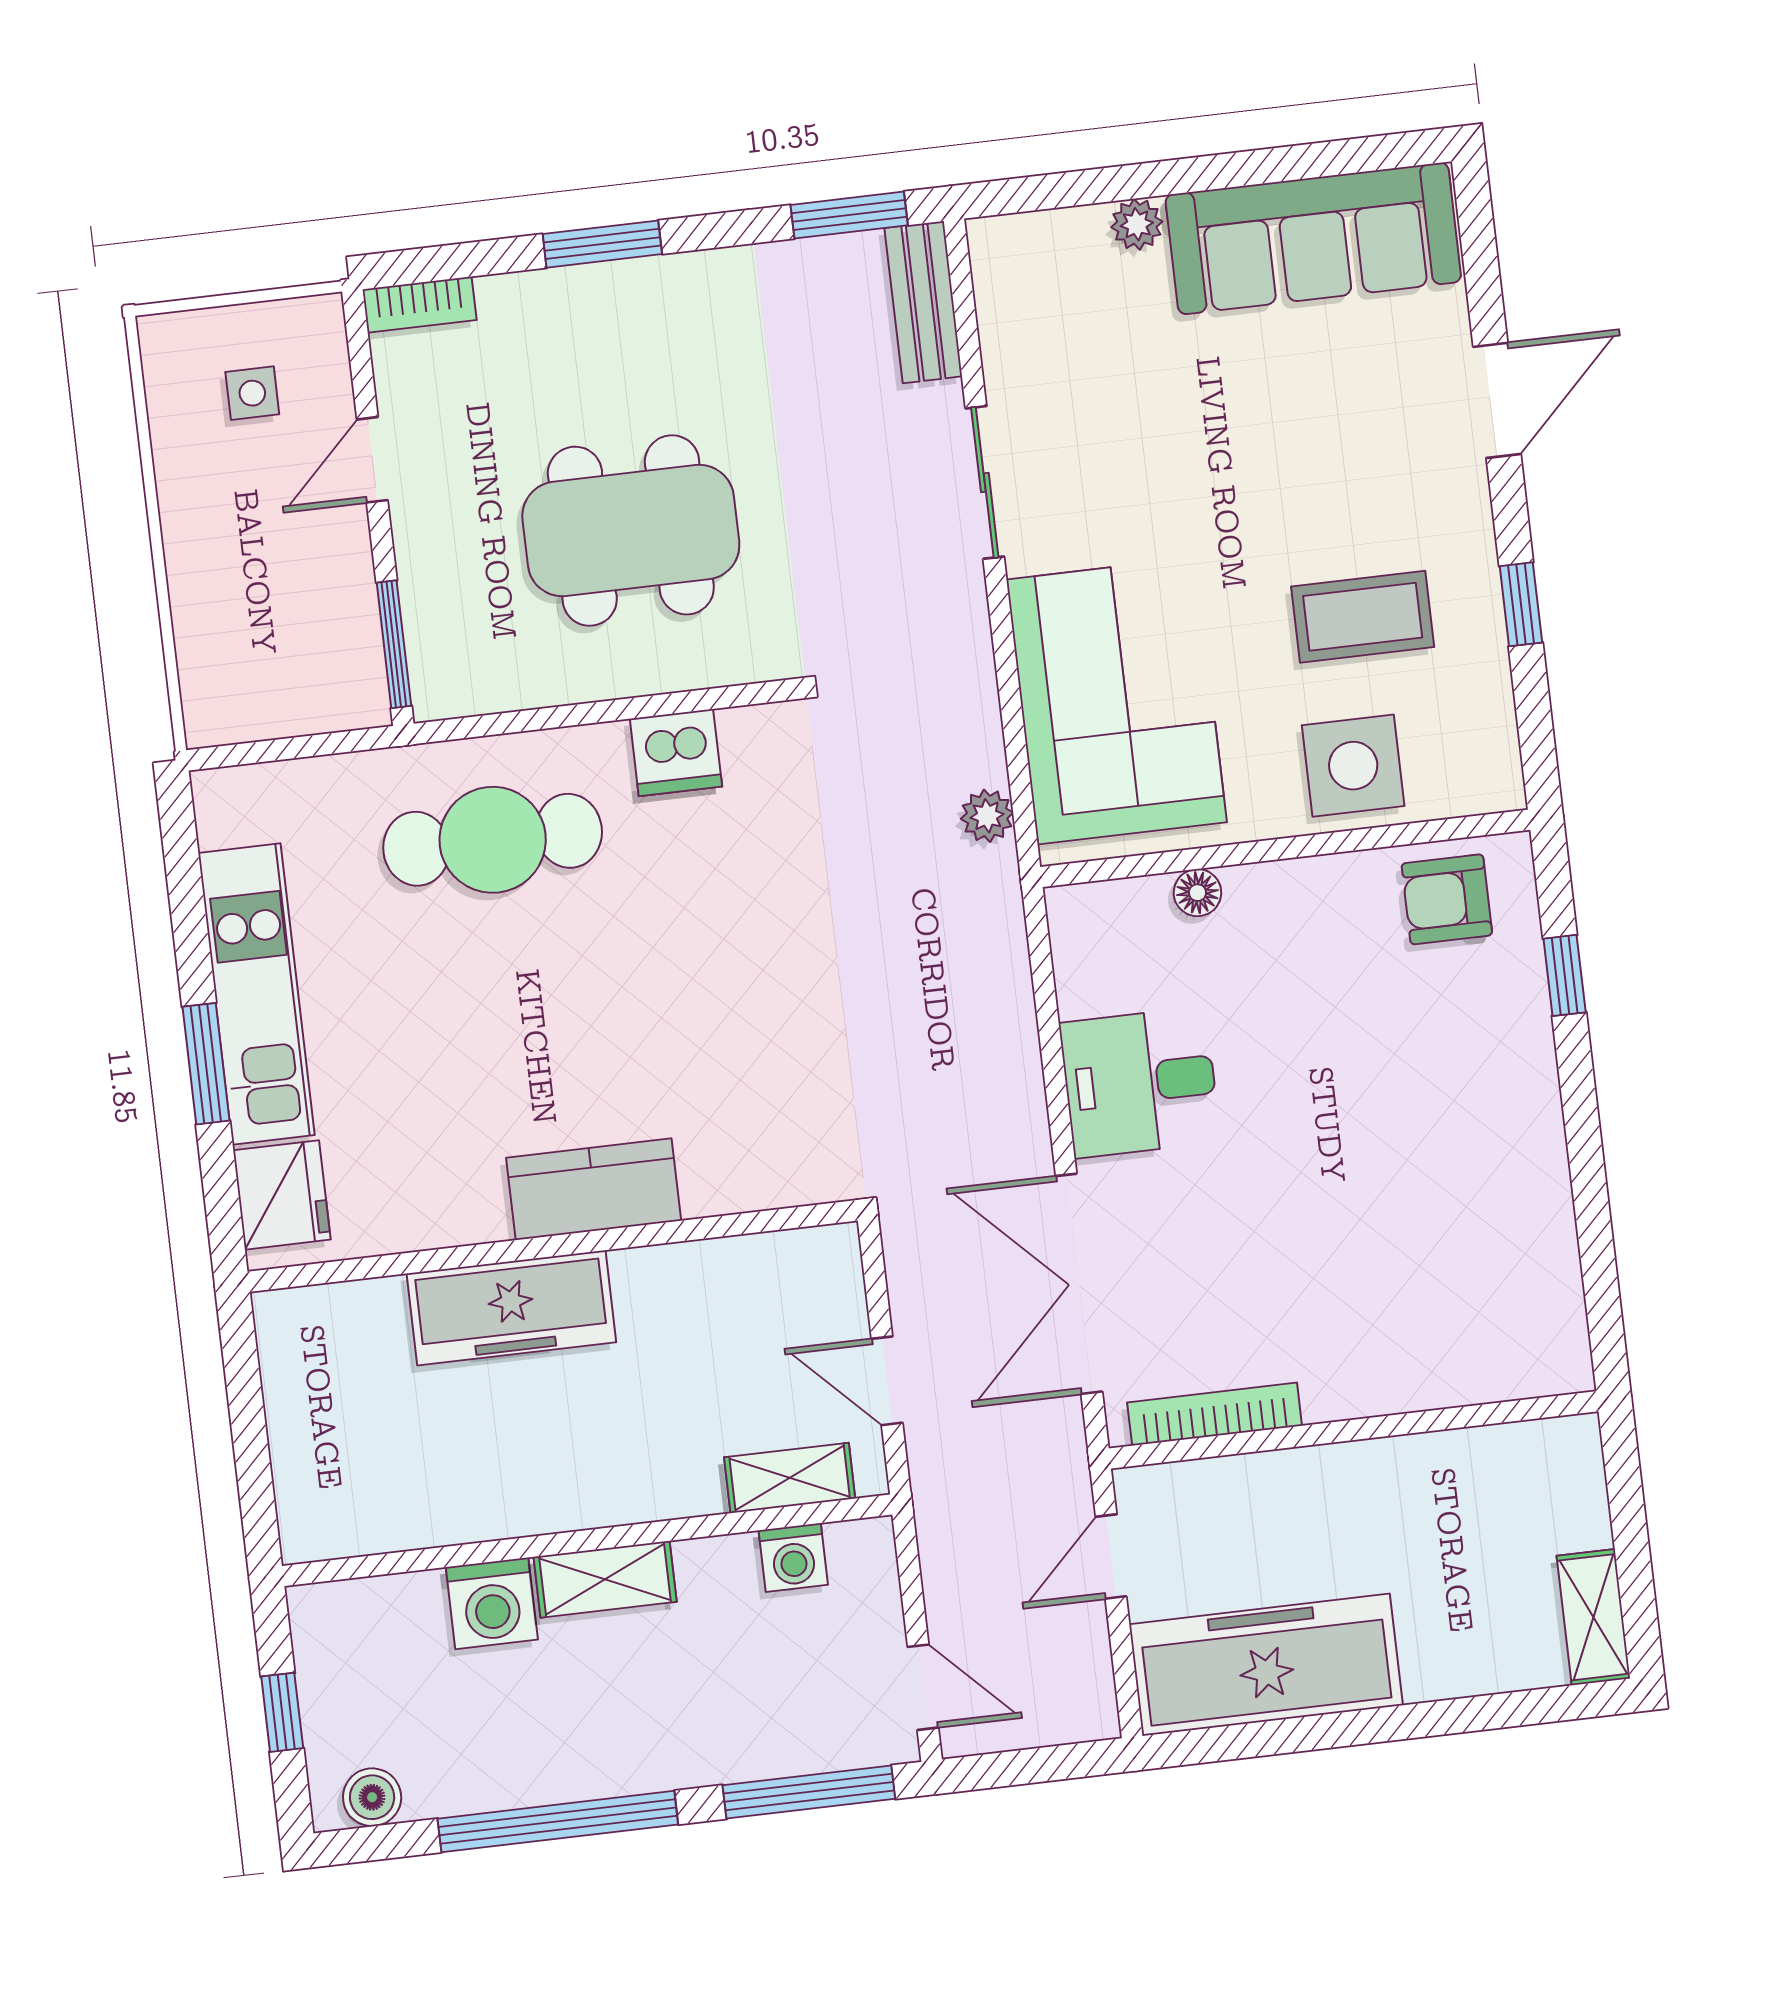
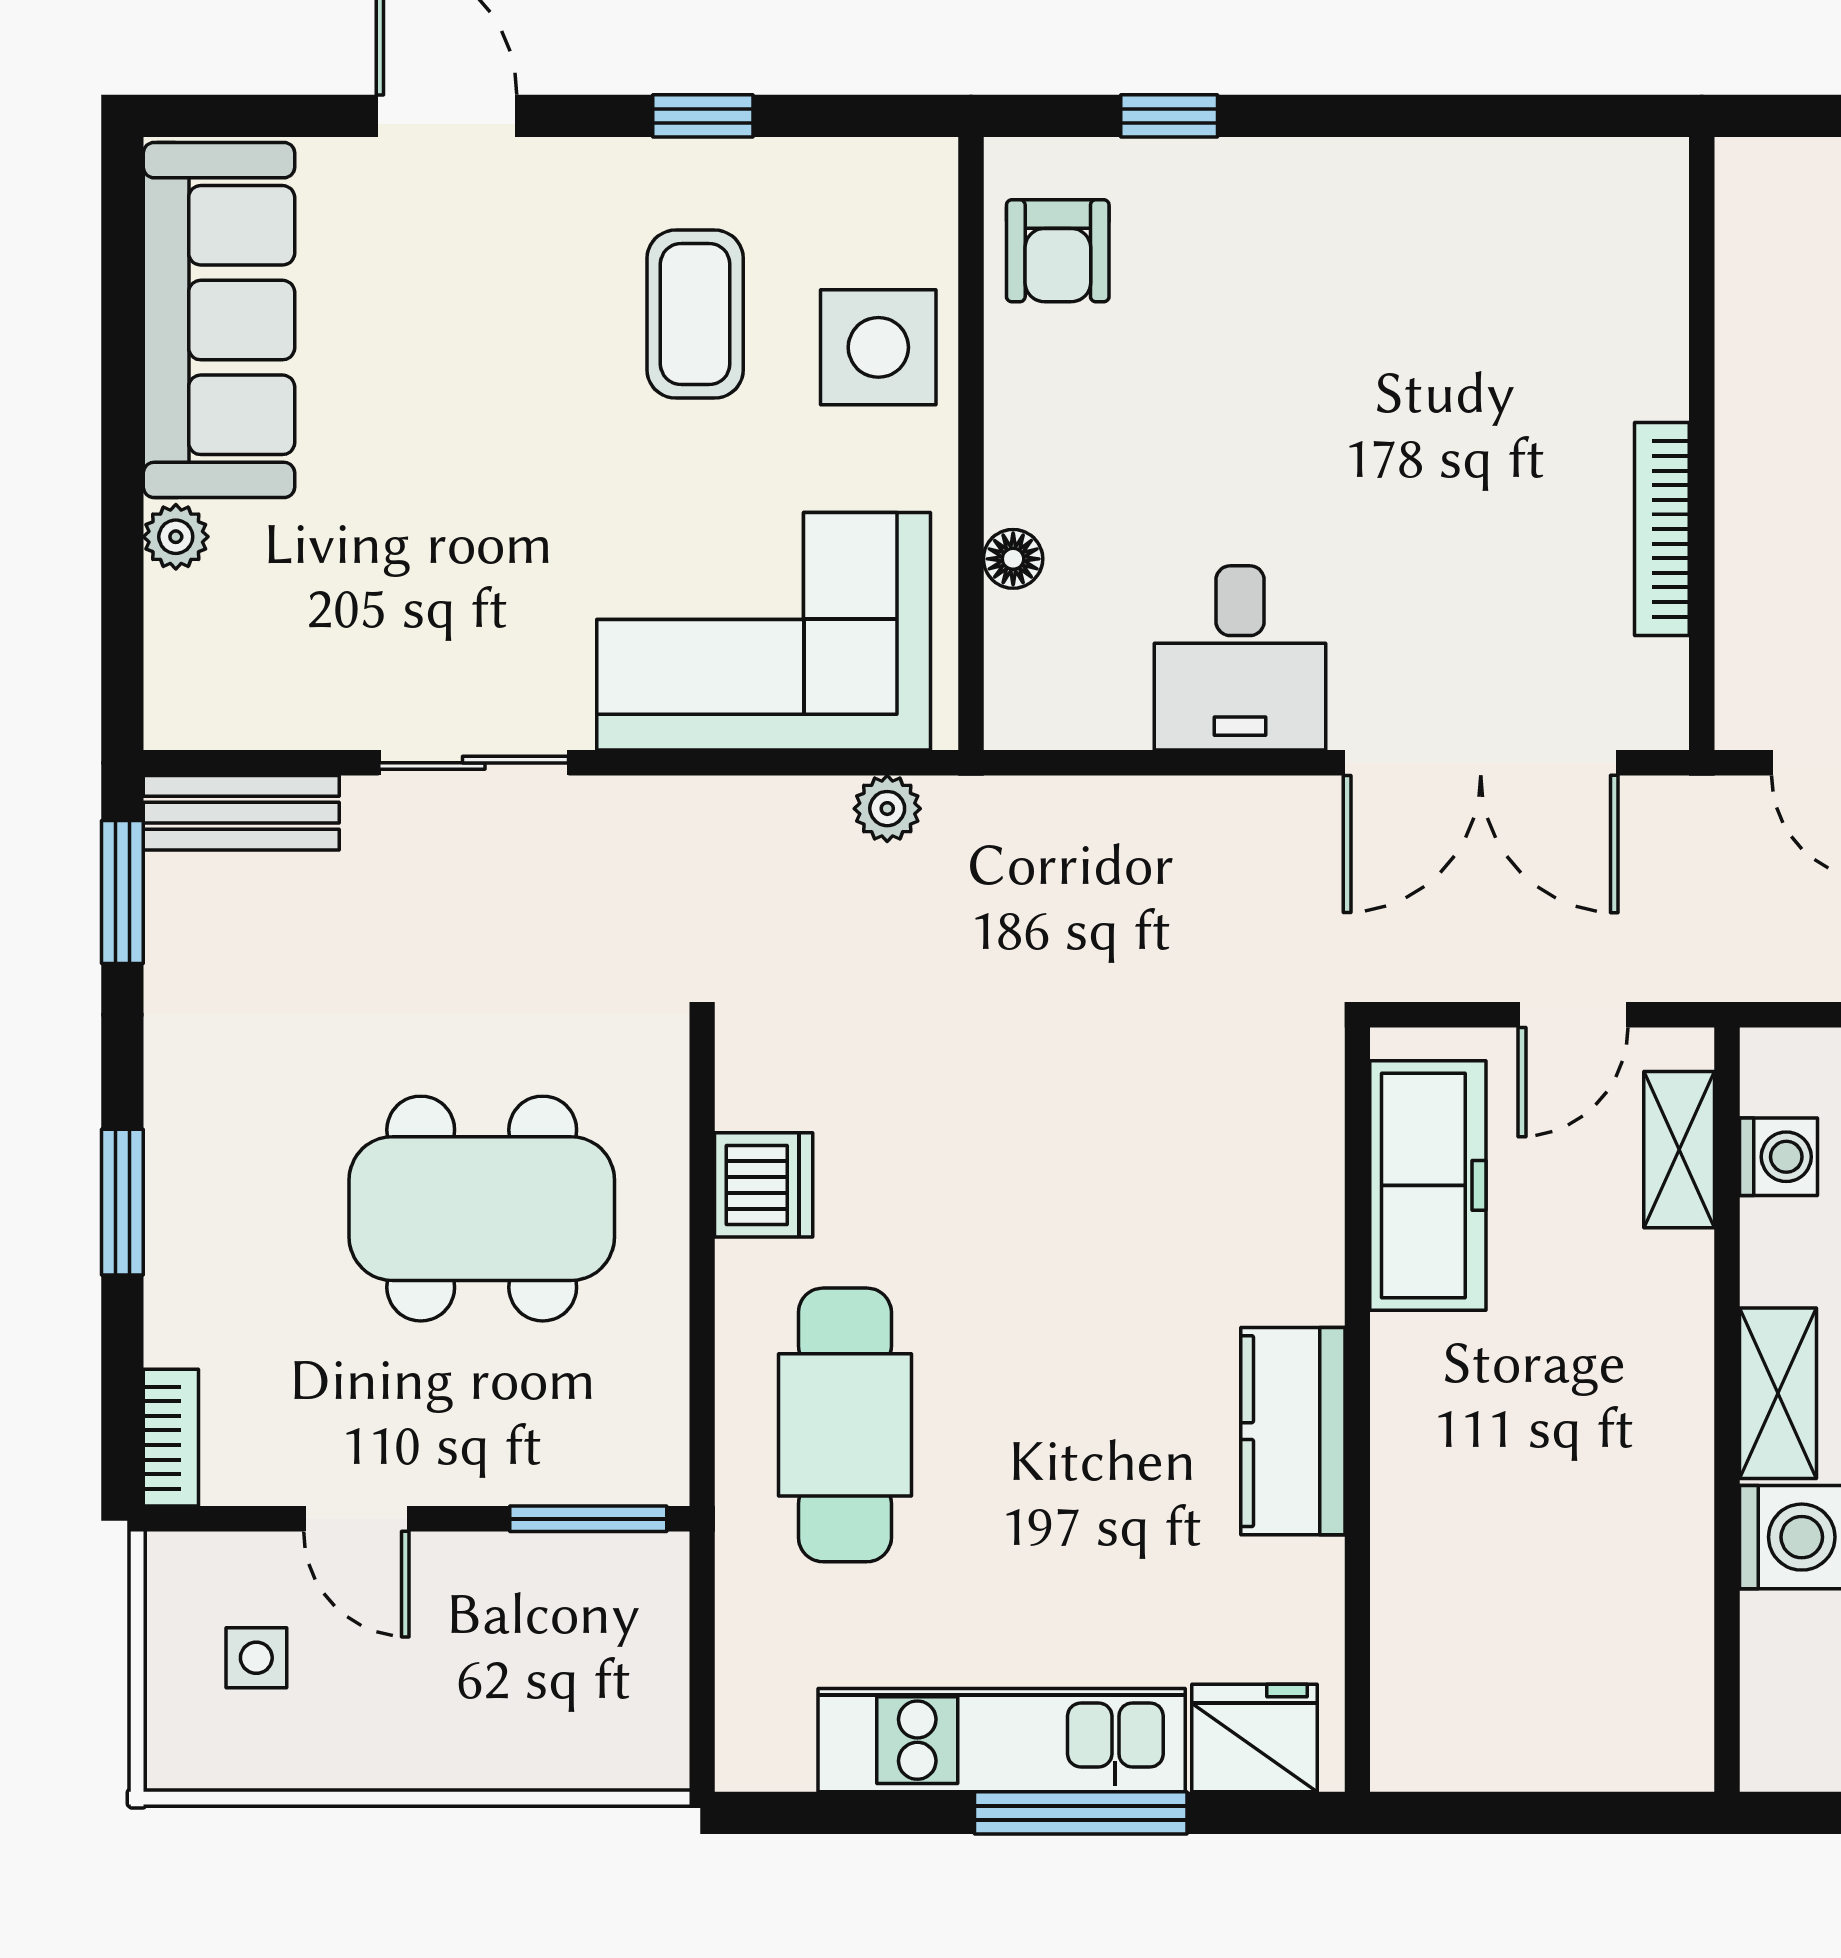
dining table: (631, 531) -> (482, 1209), turned 90
window: (206, 1064) -> (1081, 1813), width x1.44
kitchen counter: (594, 1189) -> (1293, 1431), moved
freezer: (511, 1308) -> (1428, 1185), moved
bookcase: (1215, 1414) -> (1662, 529), moved

